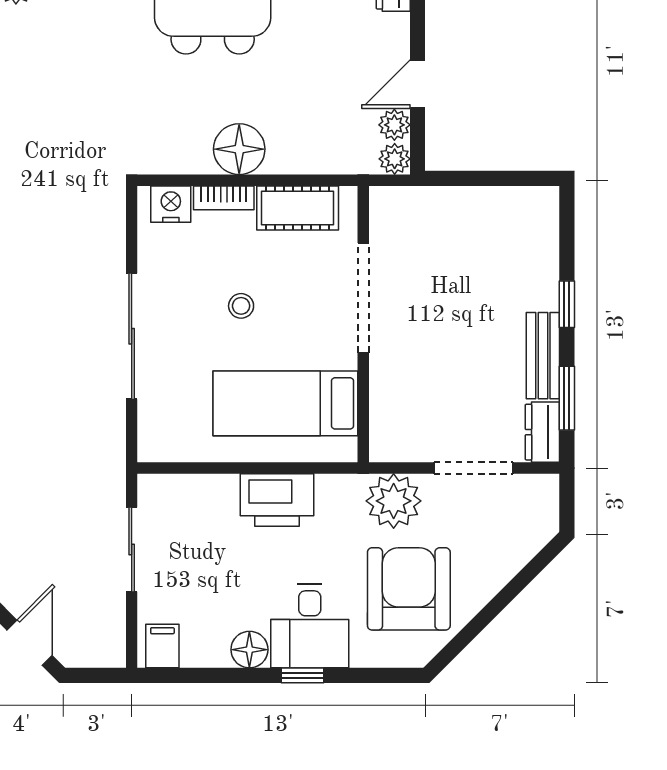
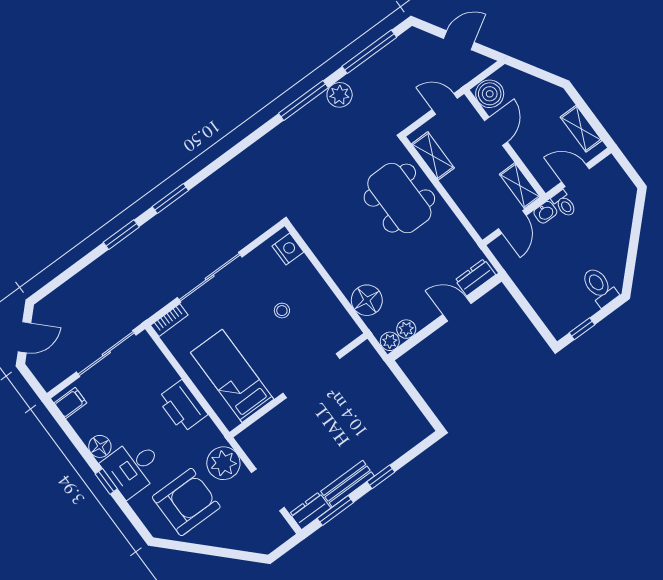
door: (417, 84) -> (457, 309), moved
floor lamp: (239, 149) -> (367, 300), moved
bookcase: (224, 198) -> (169, 320), moved, turned -90
cot: (298, 208) -> (331, 312), removed
stool: (241, 306) -> (282, 311), moved
sliding door: (132, 550) -> (106, 353), width x1.37

